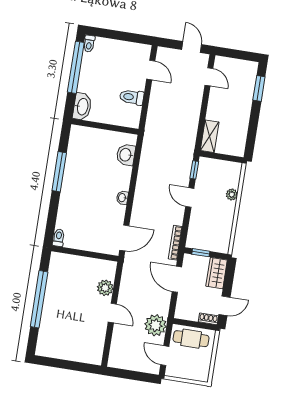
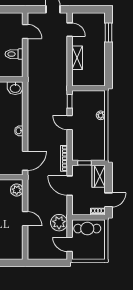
shelving: (210, 136) -> (77, 58), moved
washbasin: (126, 155) -> (15, 88), moved, turned -90
plant: (105, 288) -> (17, 190), moved

